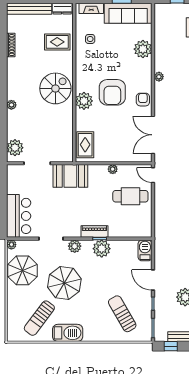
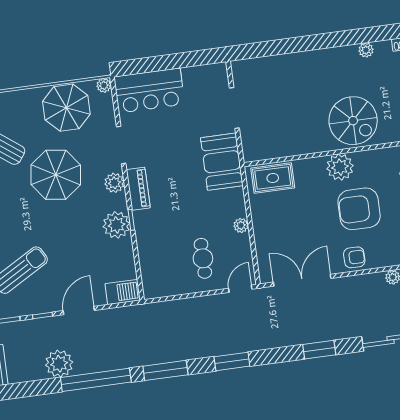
plant: (11, 105) -> (366, 50), moved
plant: (15, 148) -> (254, 71), removed
cafe table: (130, 196) -> (203, 258), width x0.73, depth x0.74
piano: (94, 232) -> (138, 189), moved

